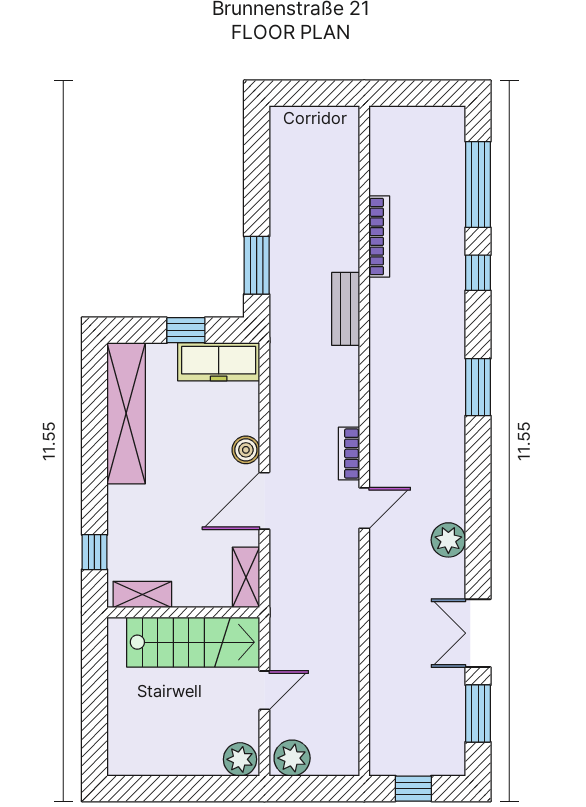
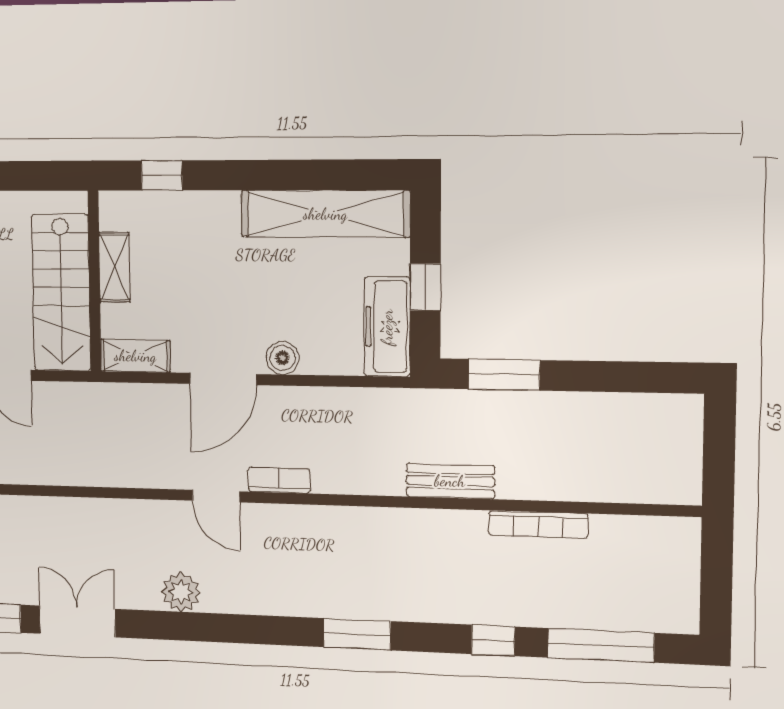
door: (264, 501) -> (223, 379), swing flipped
shelving: (142, 595) -> (115, 267), moved

